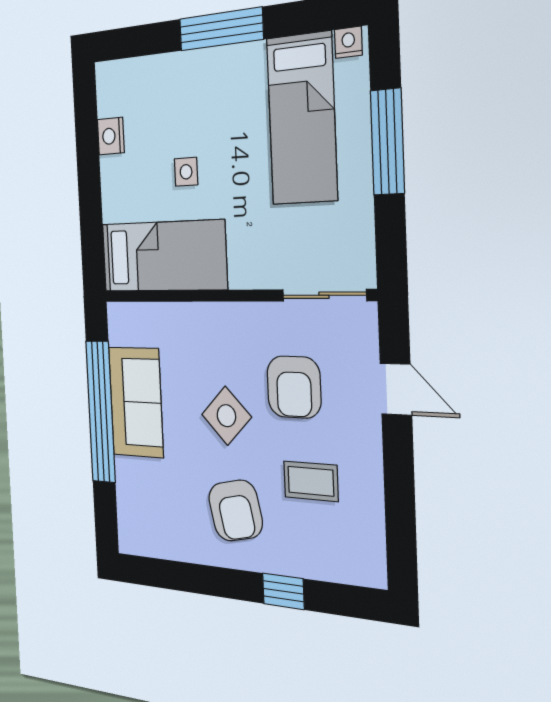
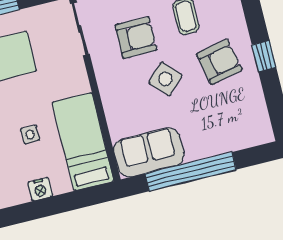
nightstand: (111, 136) -> (40, 189), moved
sofa: (136, 402) -> (149, 152), moved
window: (283, 591) -> (264, 56), moved

